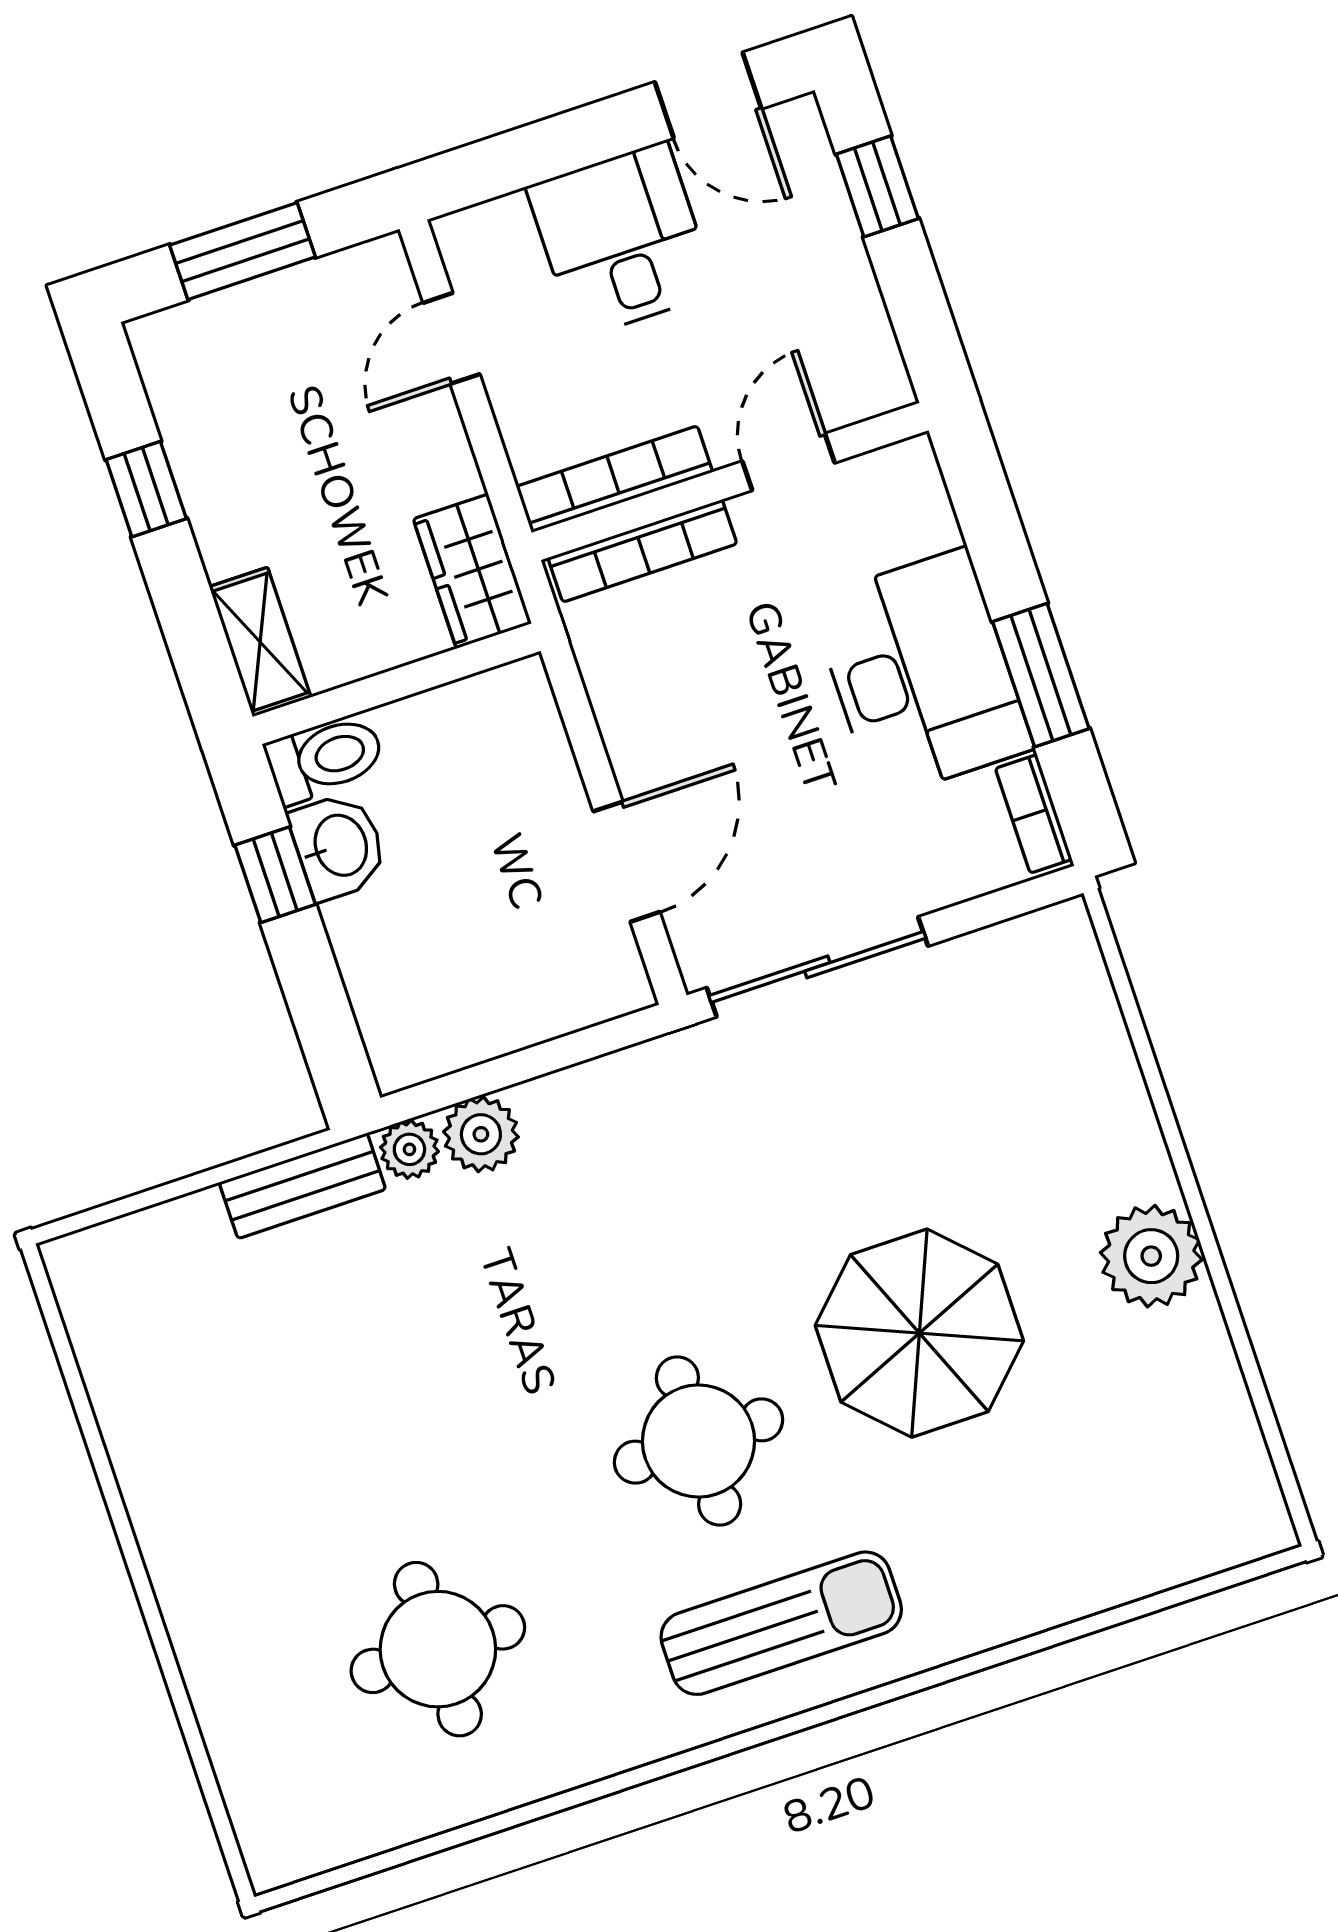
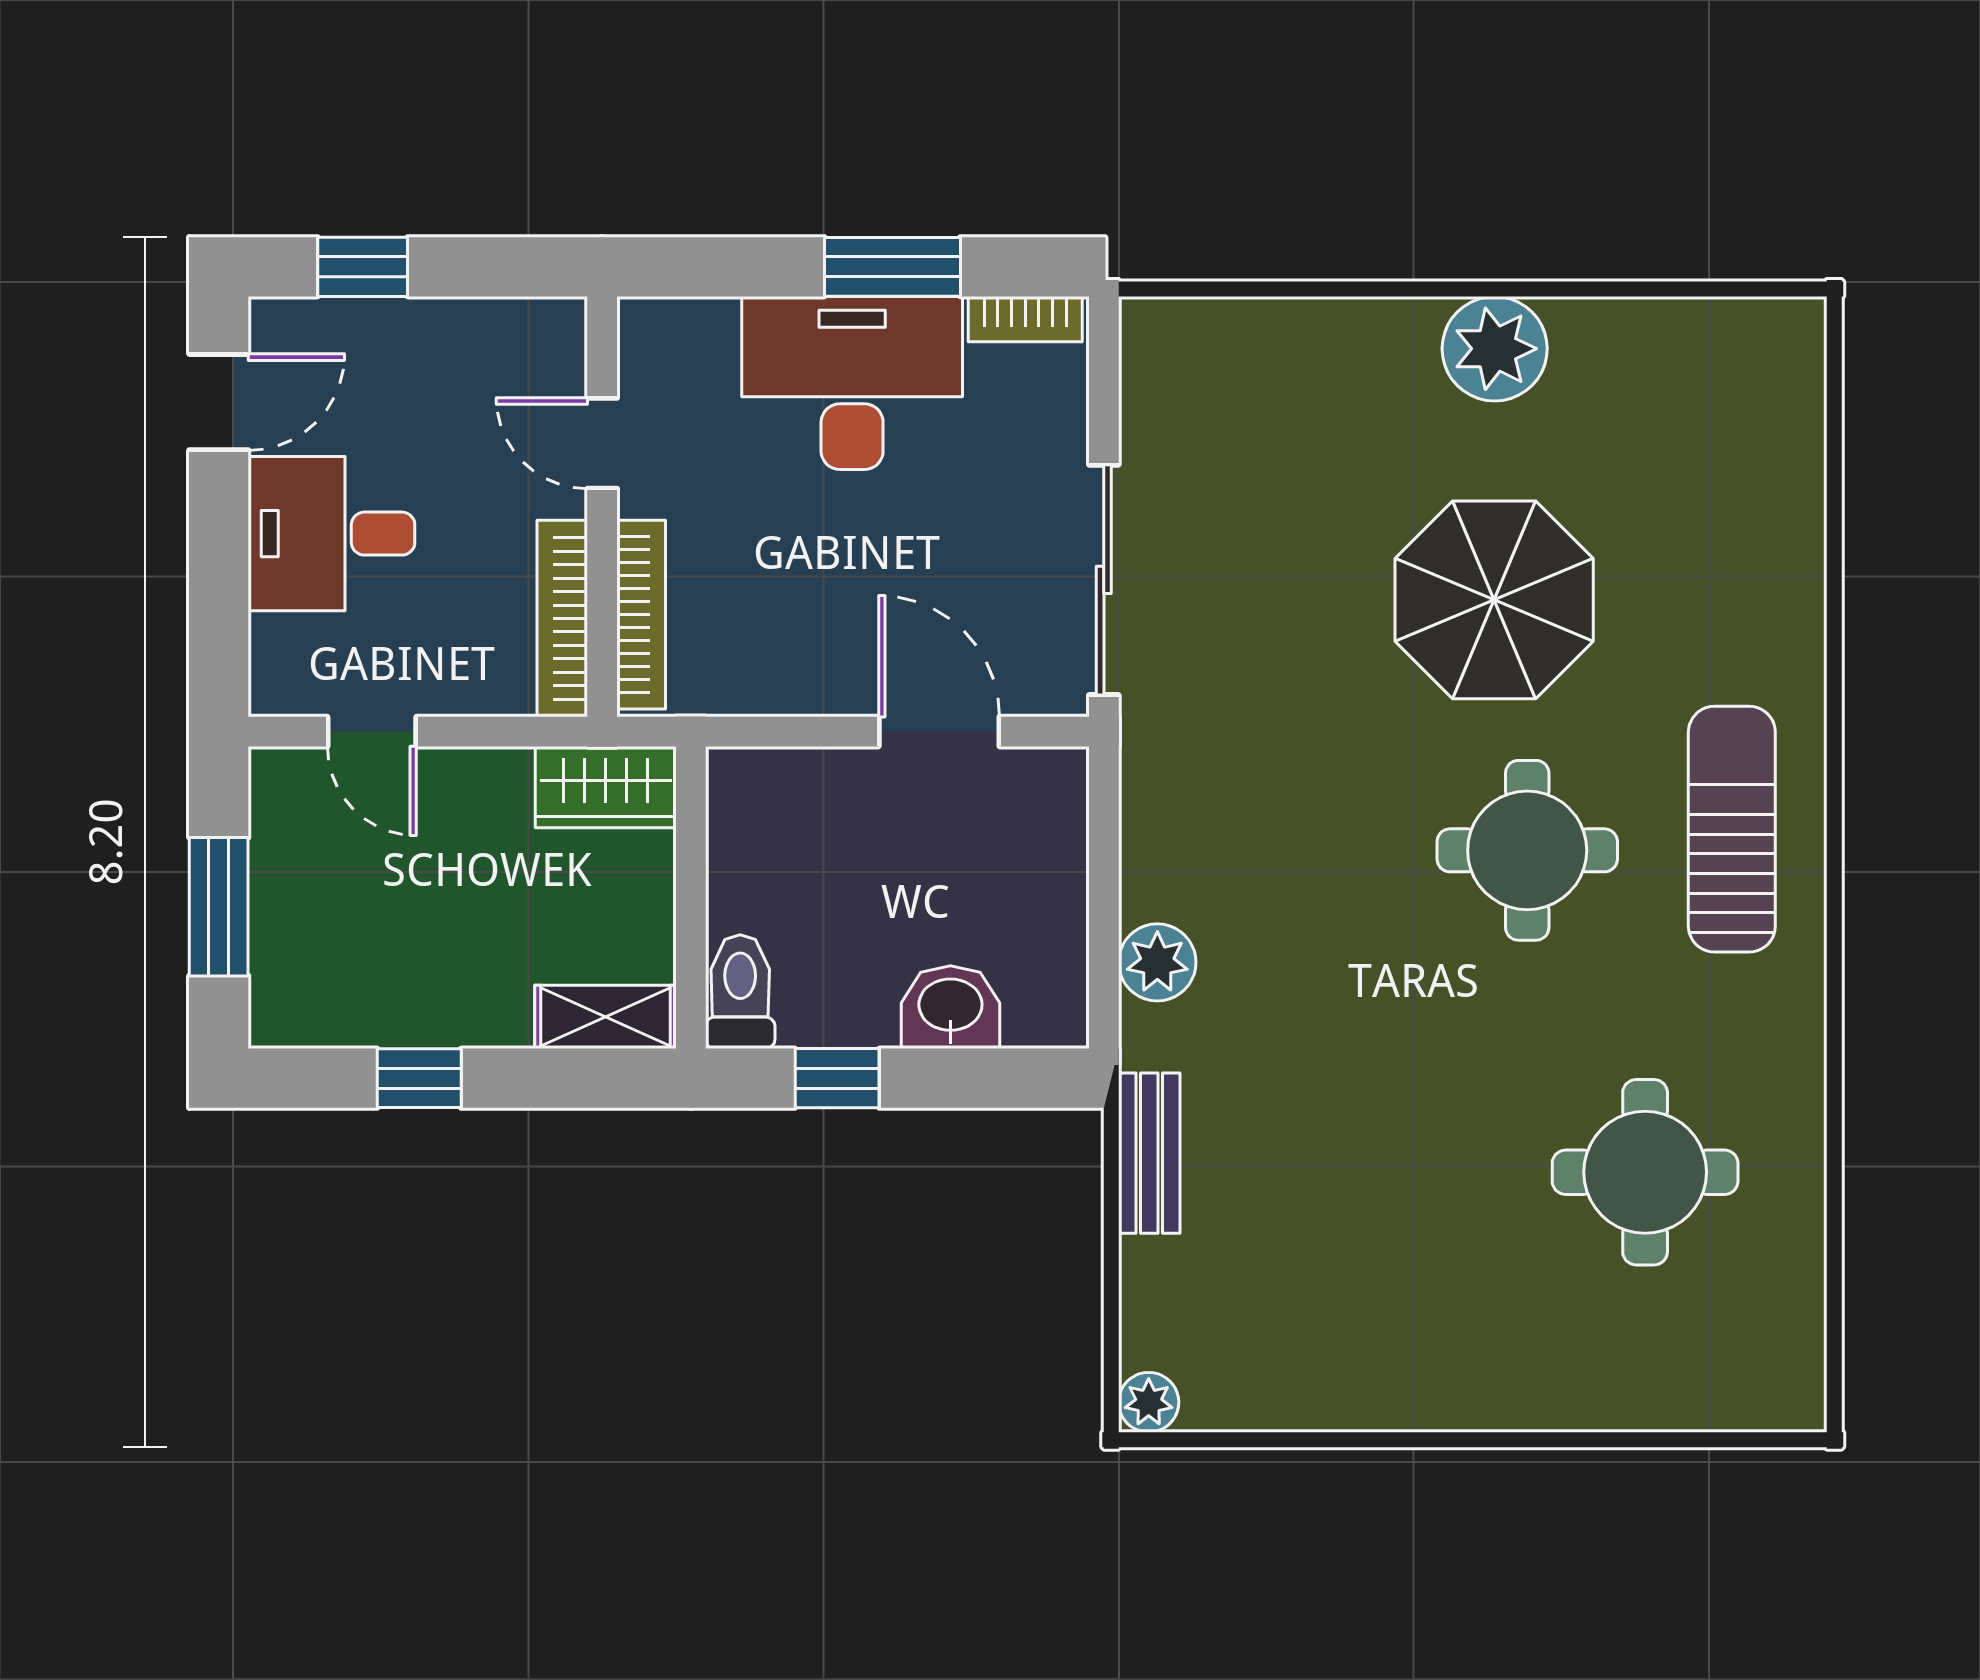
washbasin: (339, 846) -> (950, 1007), moved
plant: (409, 1149) -> (1149, 1402), moved

